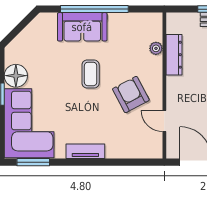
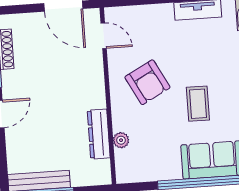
door: (164, 121) -> (104, 36), moved

